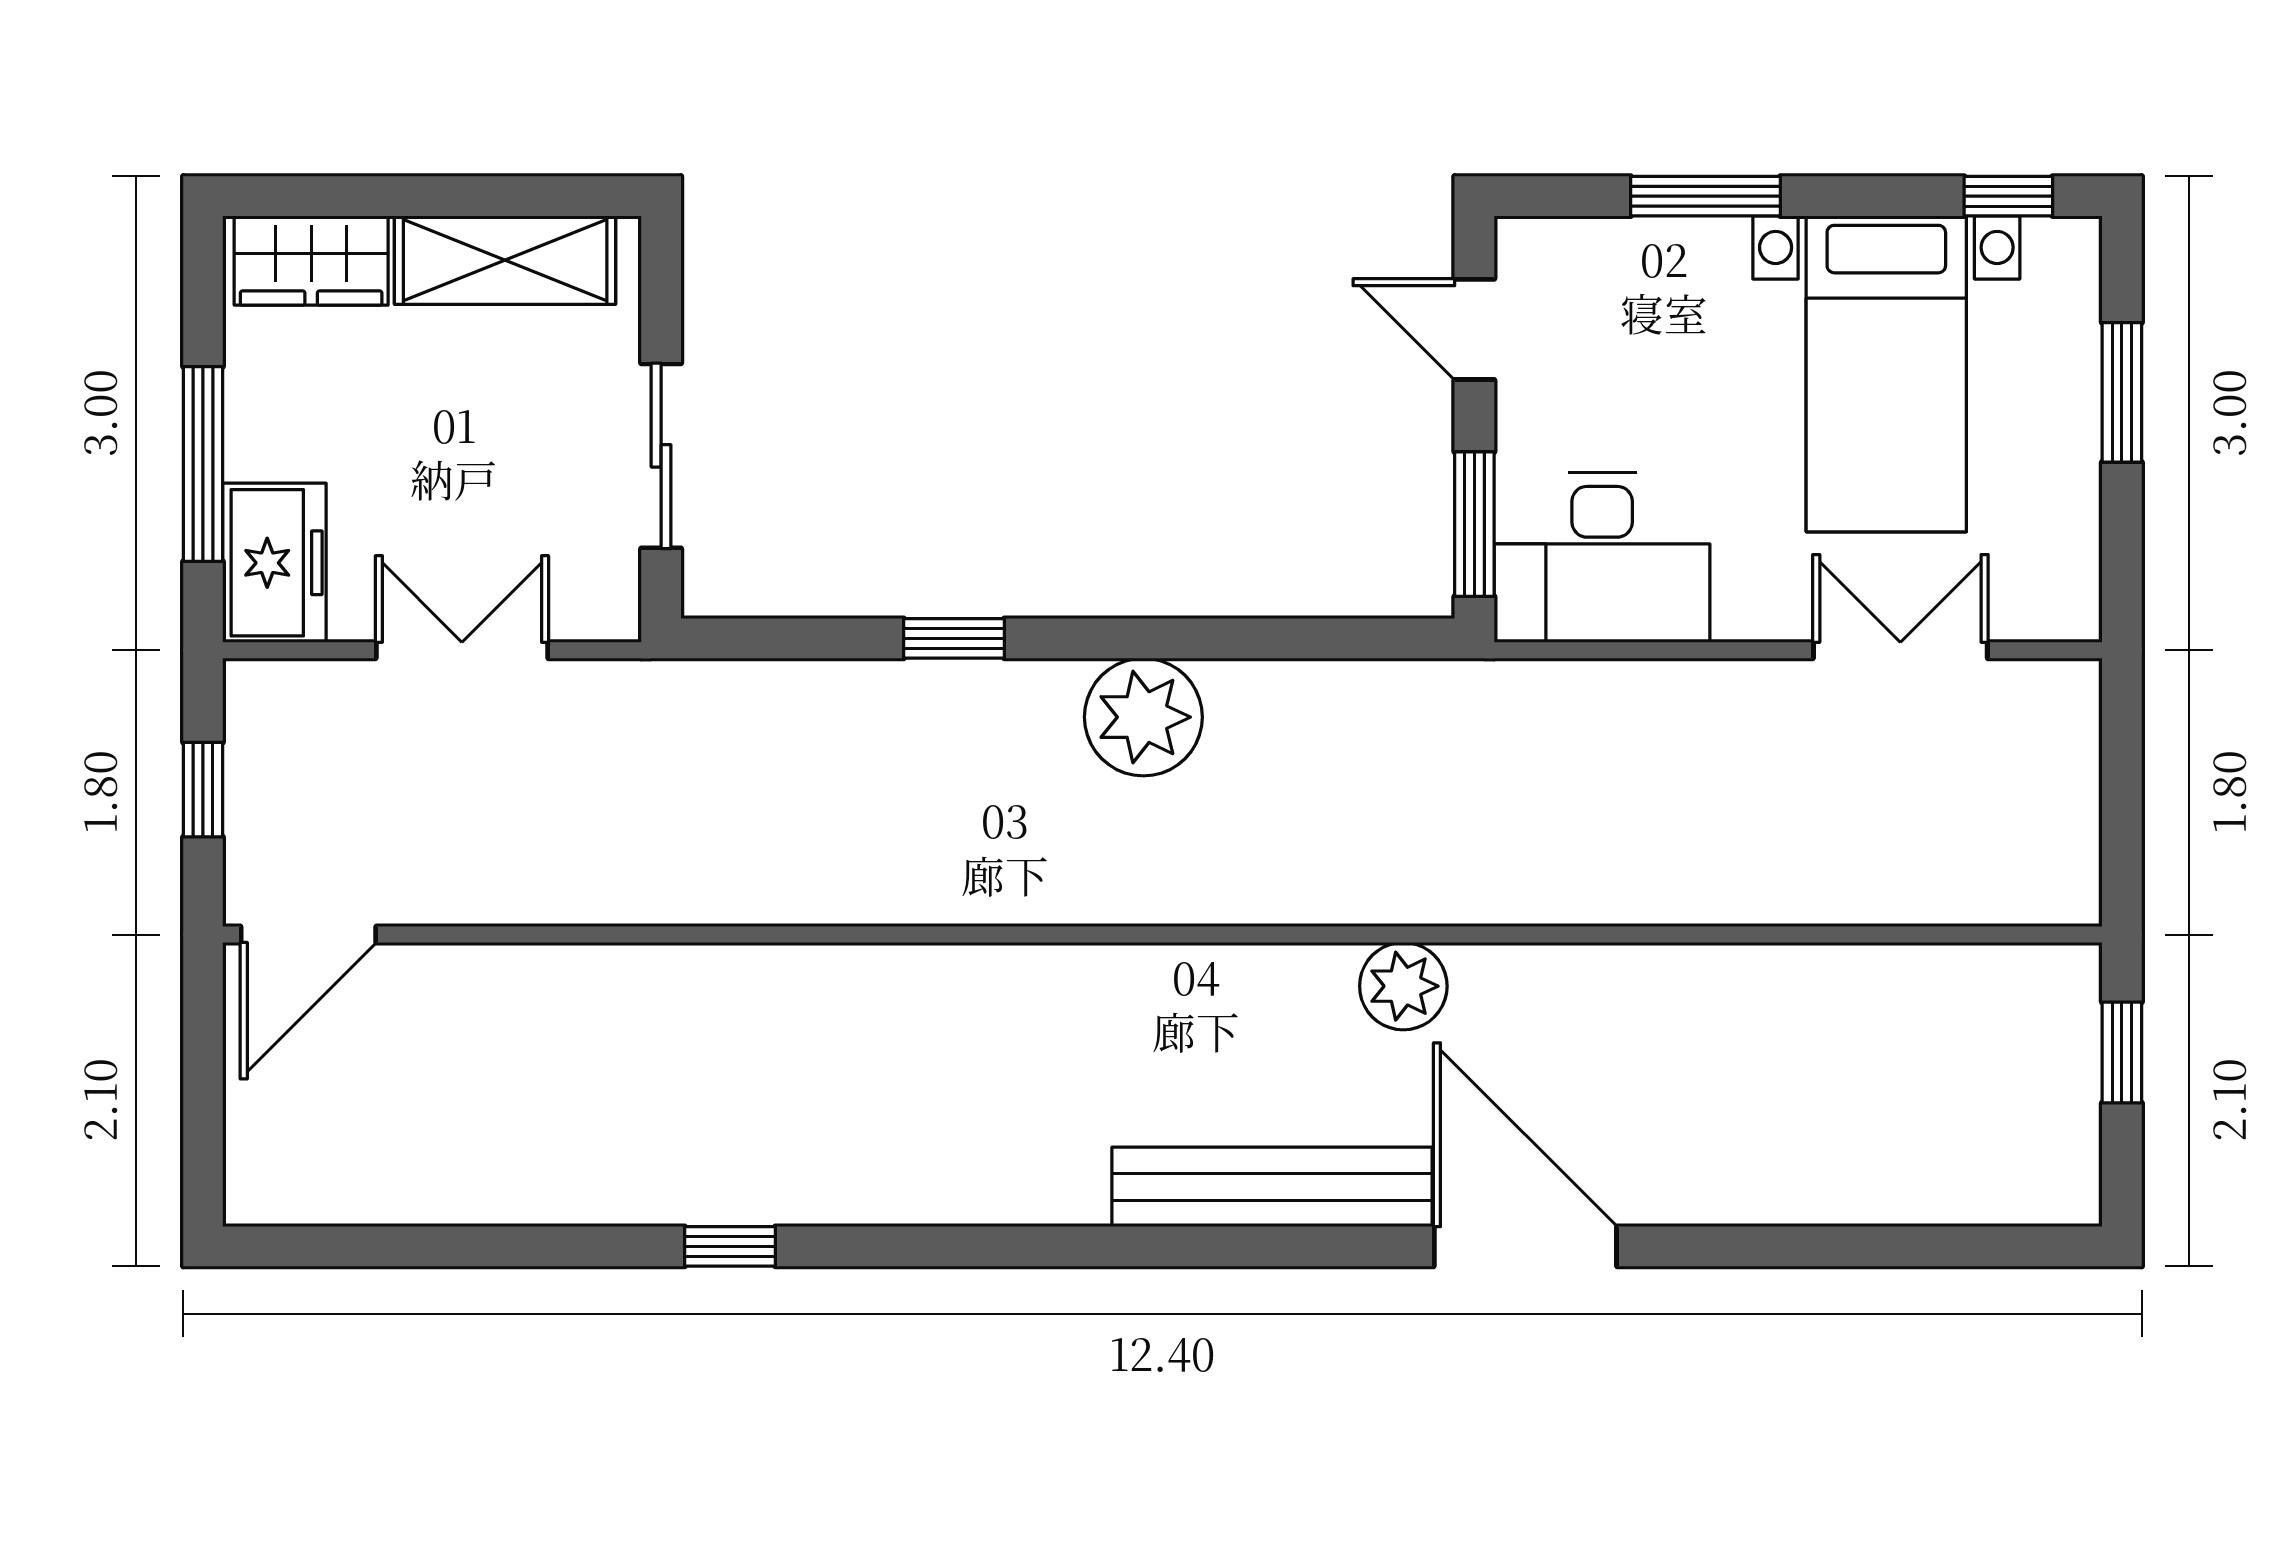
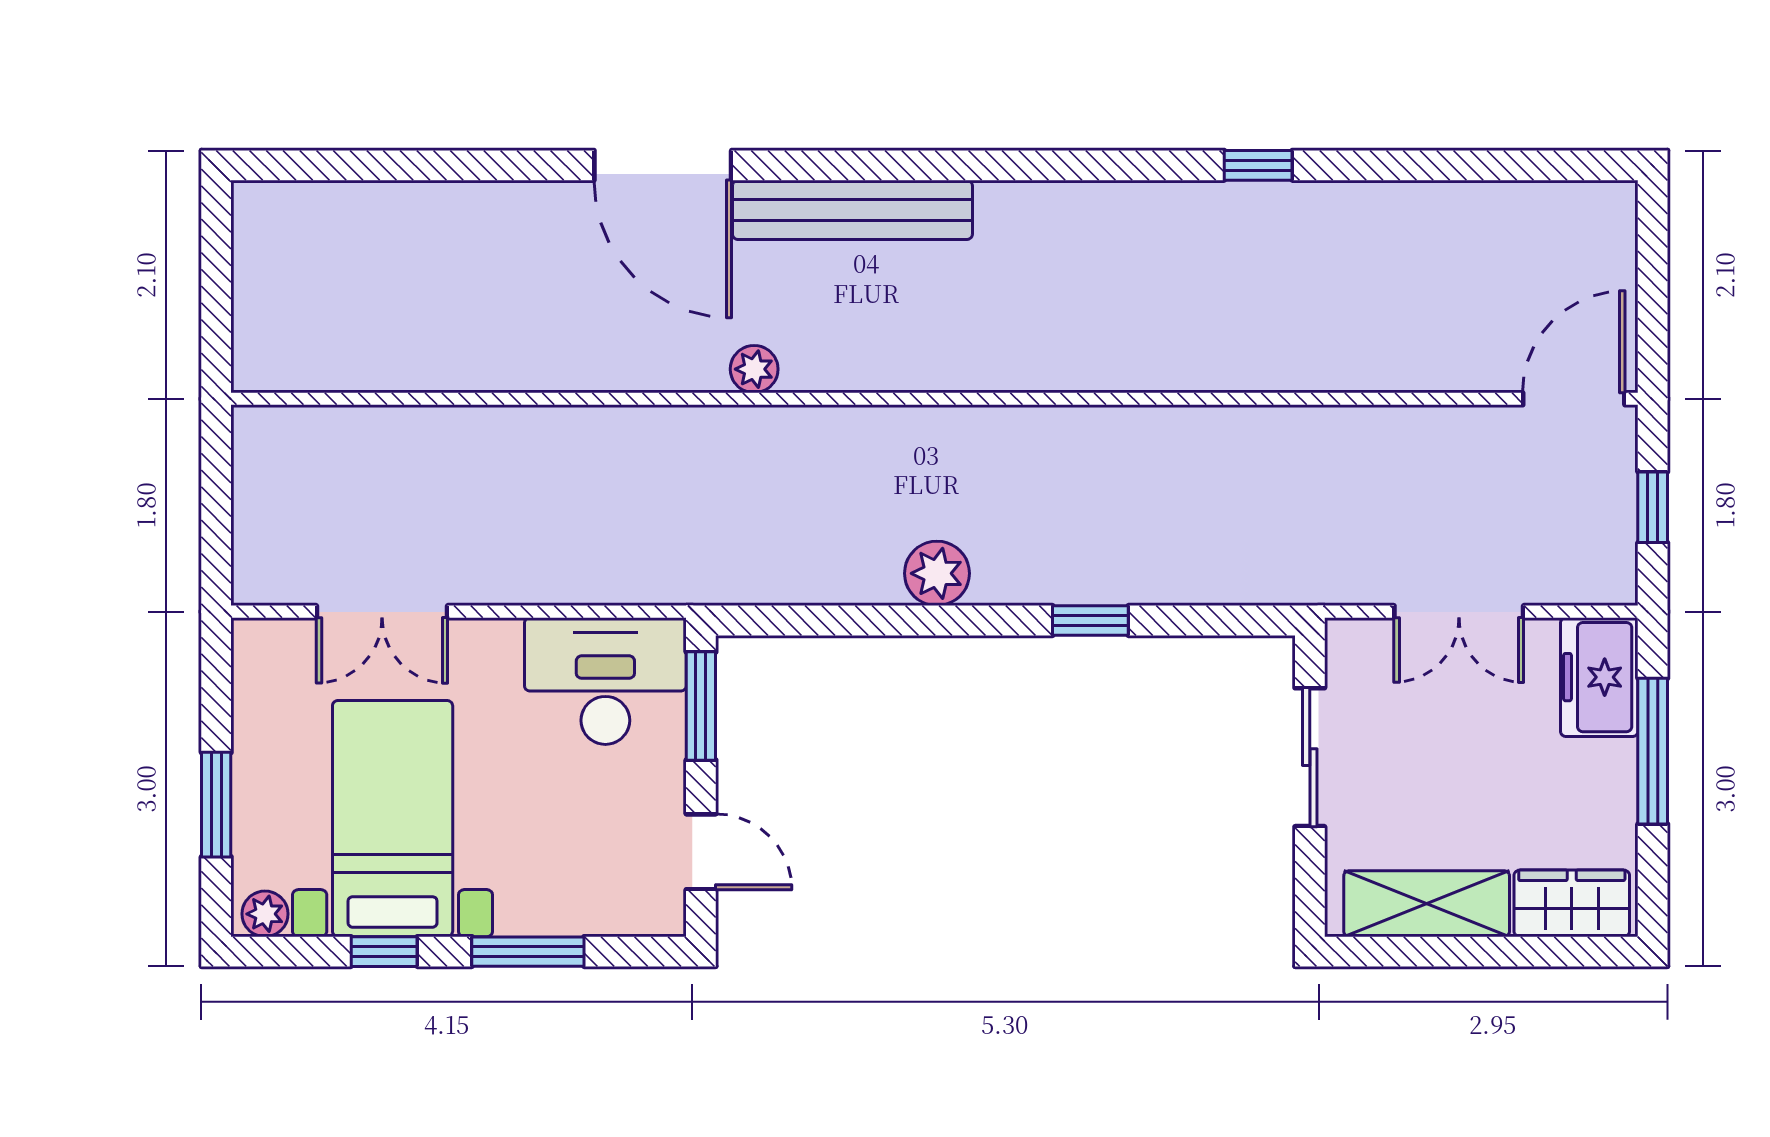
window: (2008, 196) -> (384, 952), moved
plant: (2057, 247) -> (265, 914), added
plant: (1143, 717) -> (937, 573), width x0.73, depth x0.73
plant: (1403, 986) -> (754, 369), width x0.73, depth x0.73
window: (2122, 1052) -> (216, 311), removed

